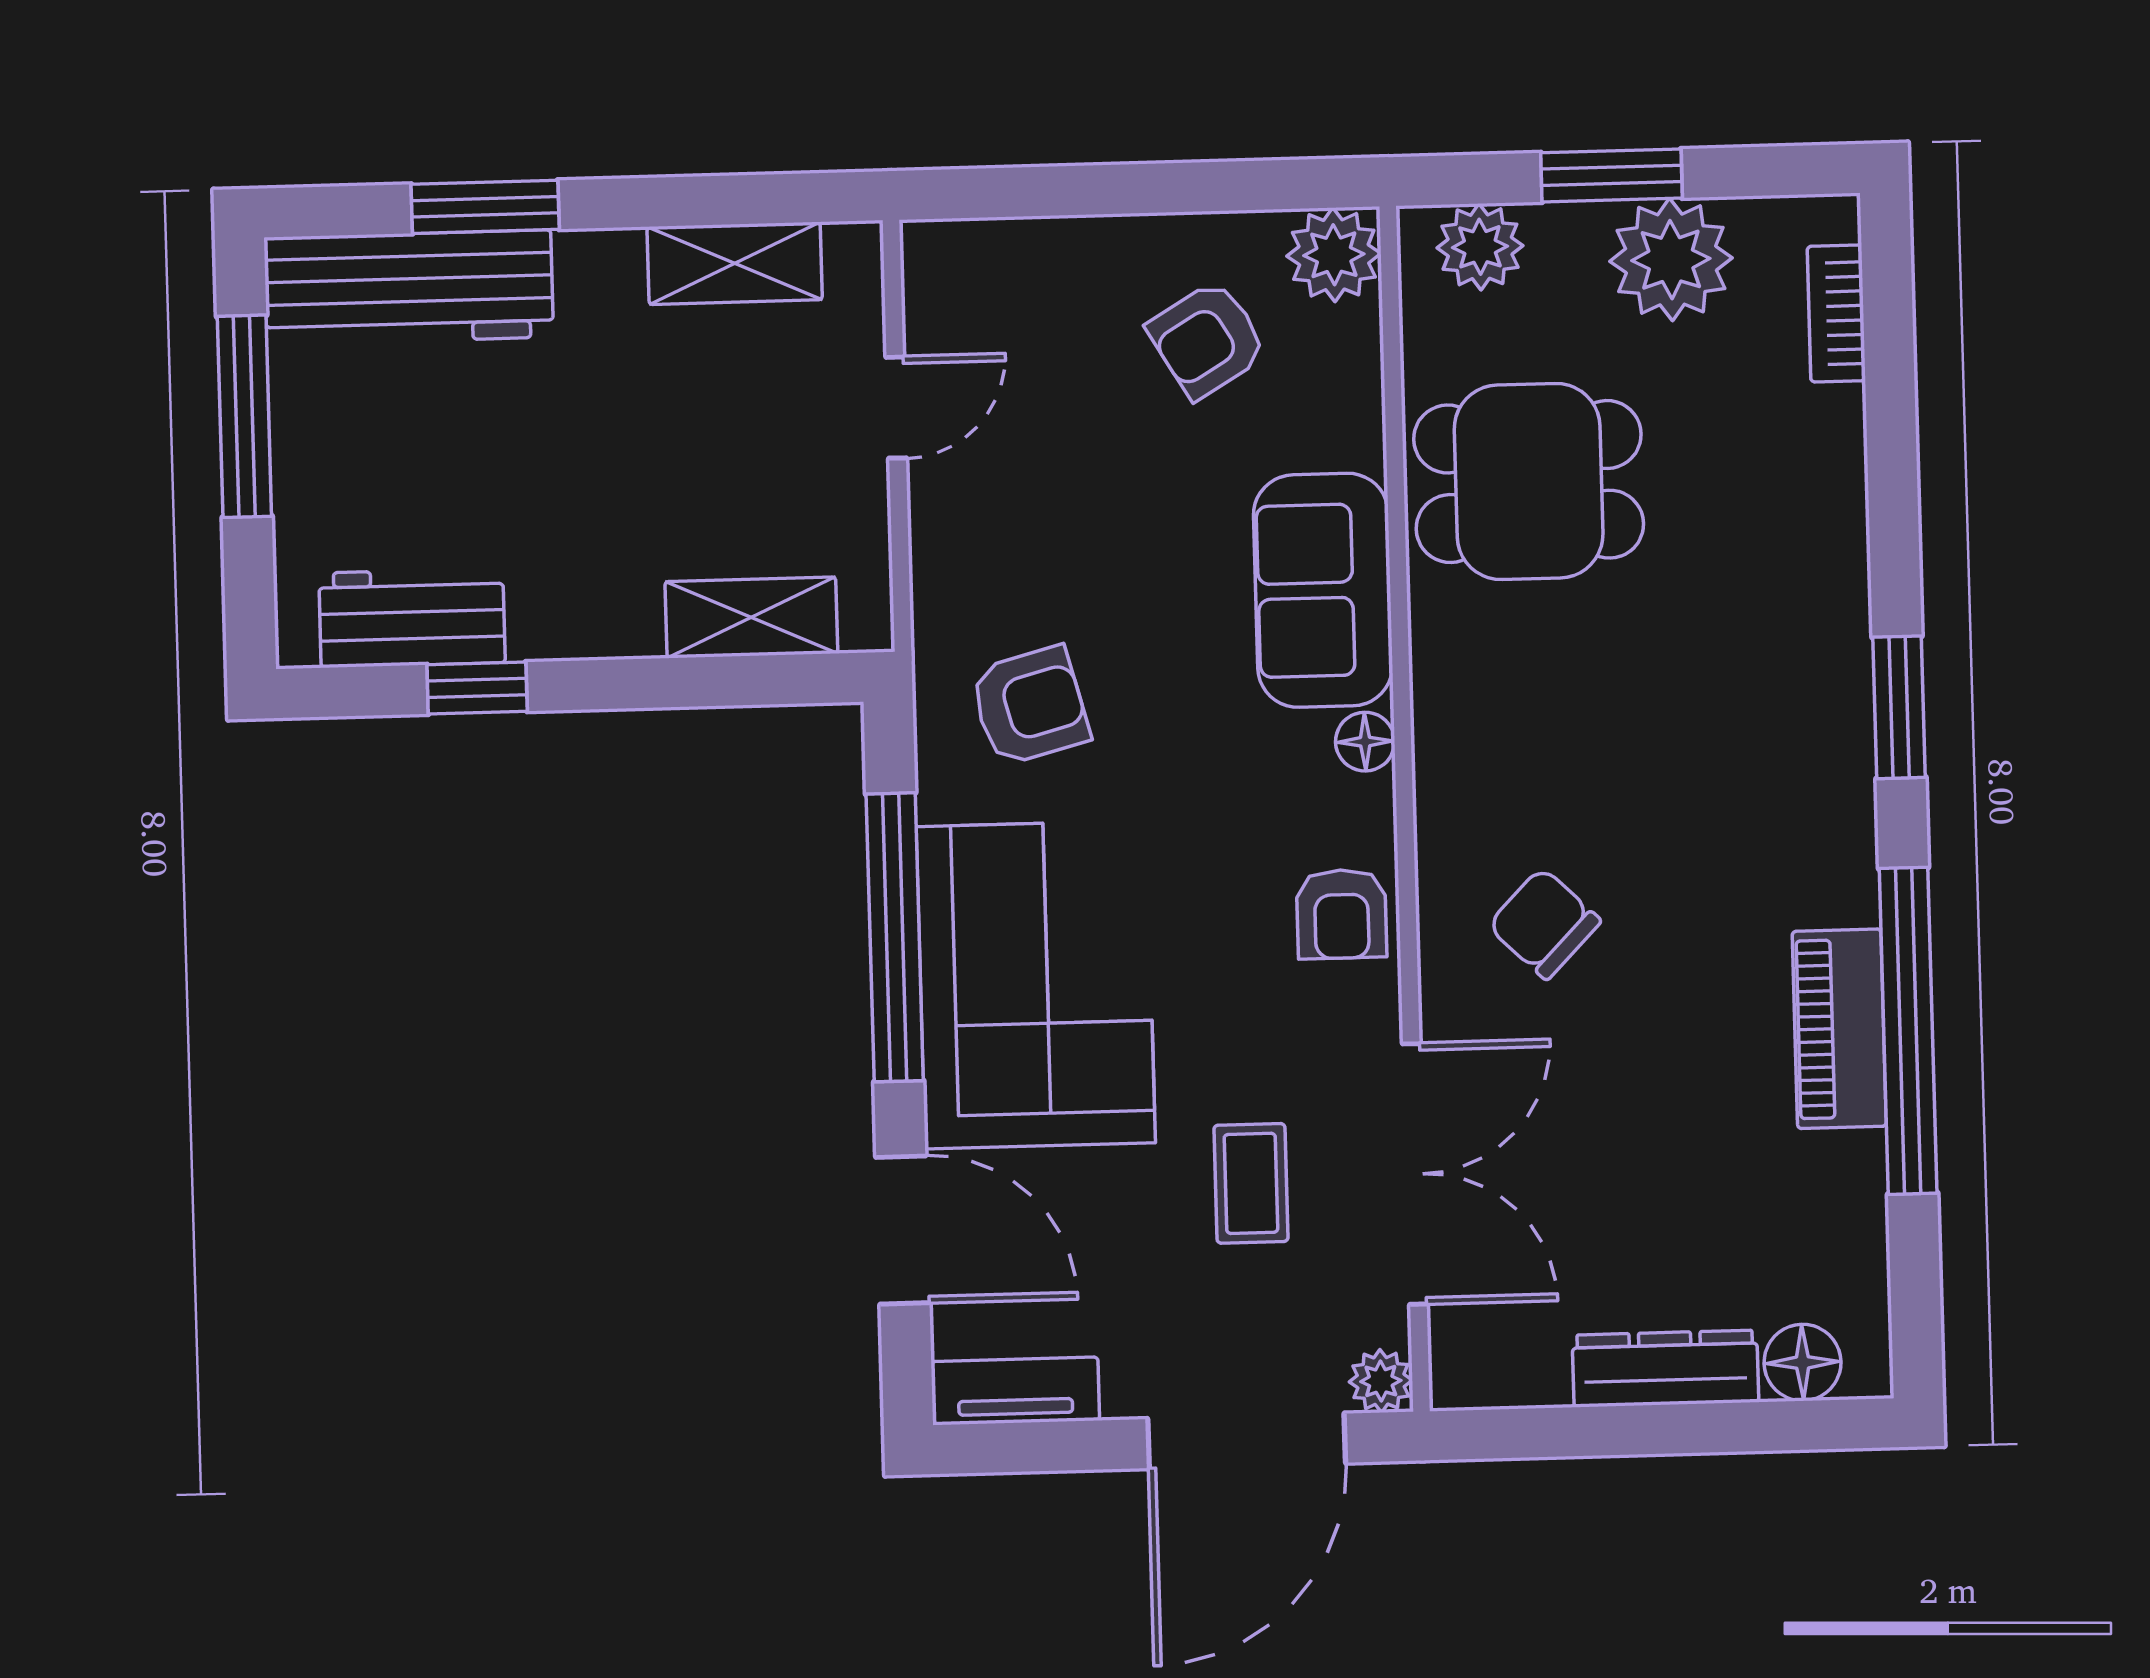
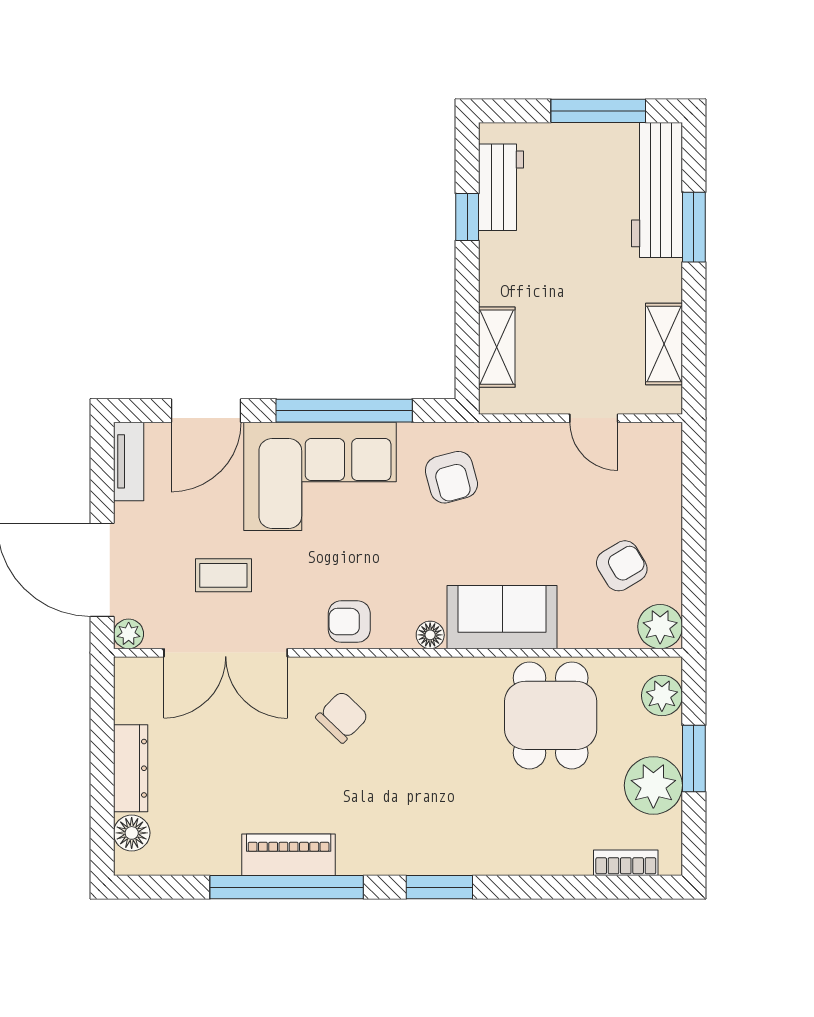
armchair: (1207, 340) -> (622, 566), turned 90

